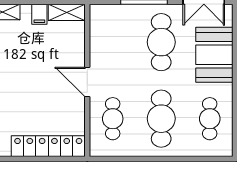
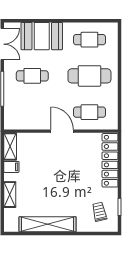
cafe table: (161, 42) -> (32, 76), width x0.73, depth x0.74
door: (87, 82) -> (62, 131), swing flipped

